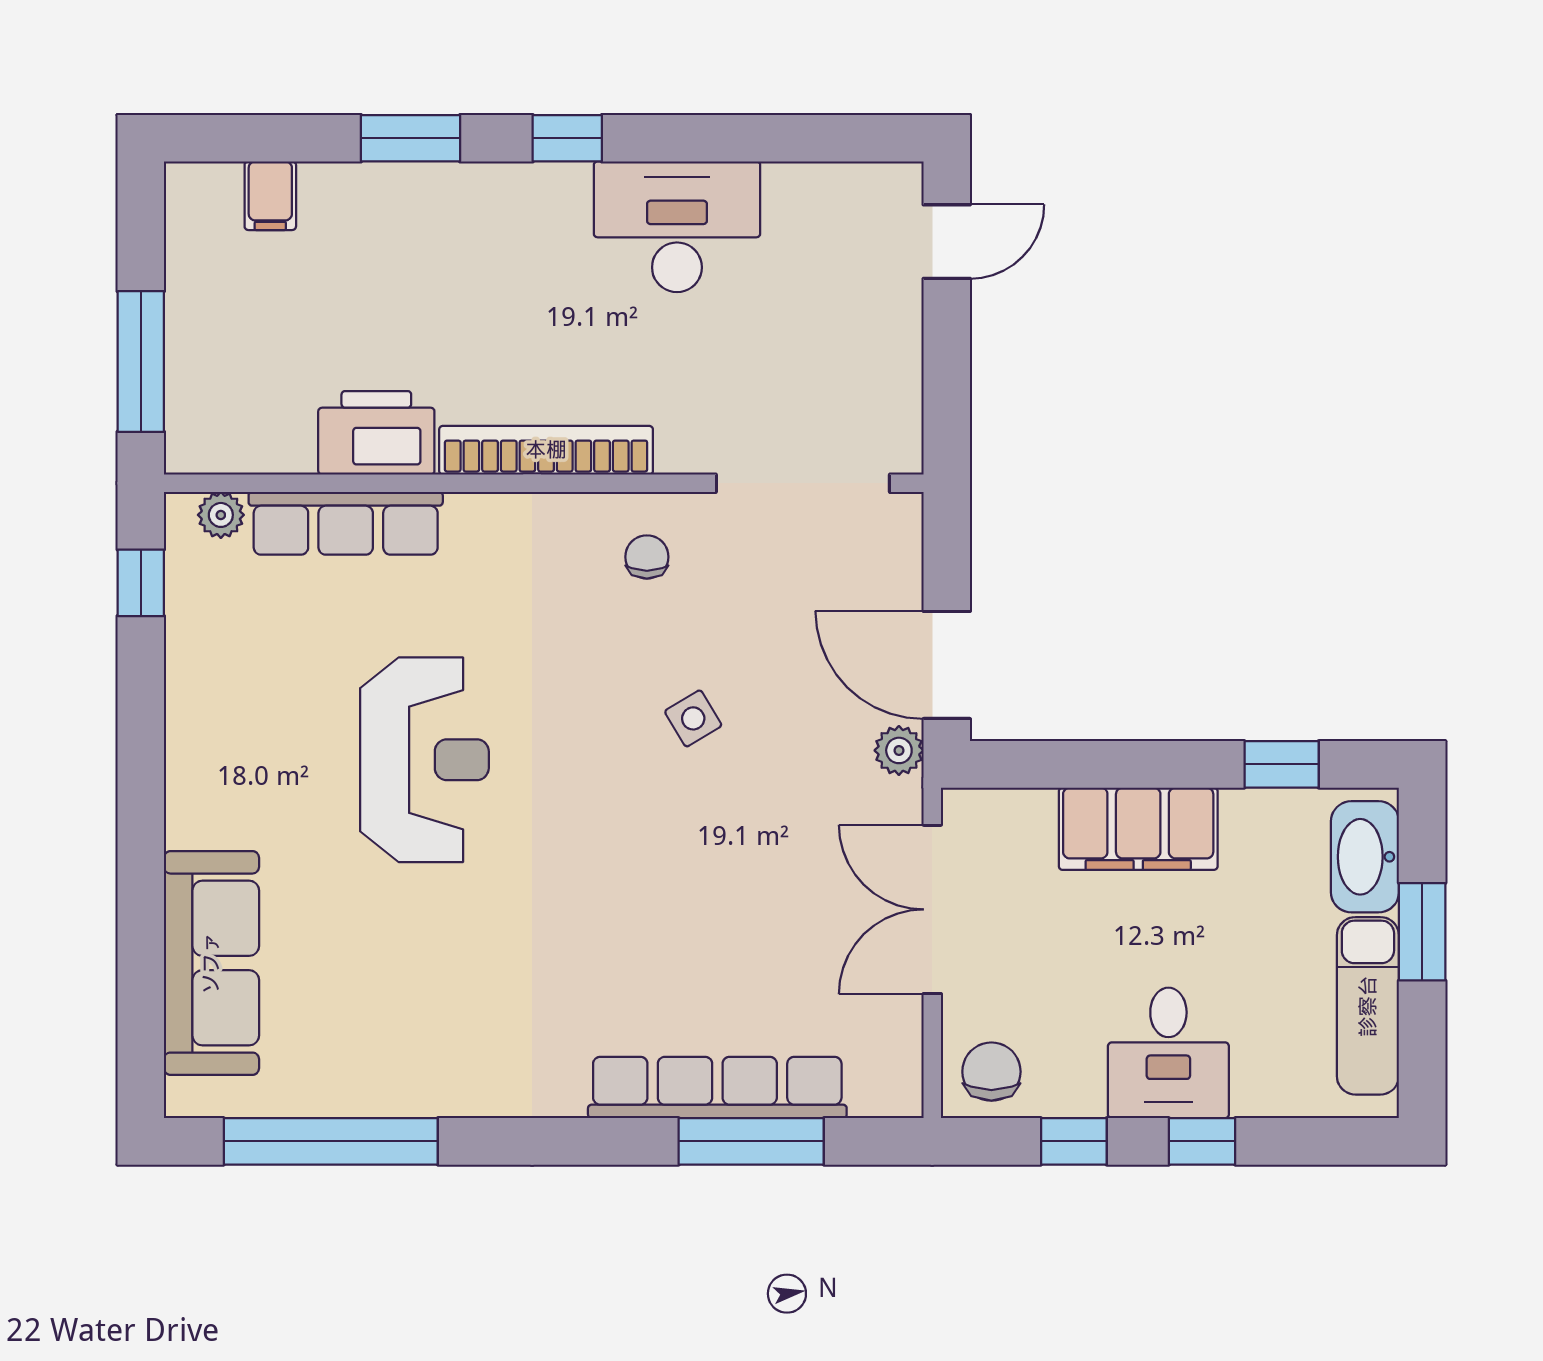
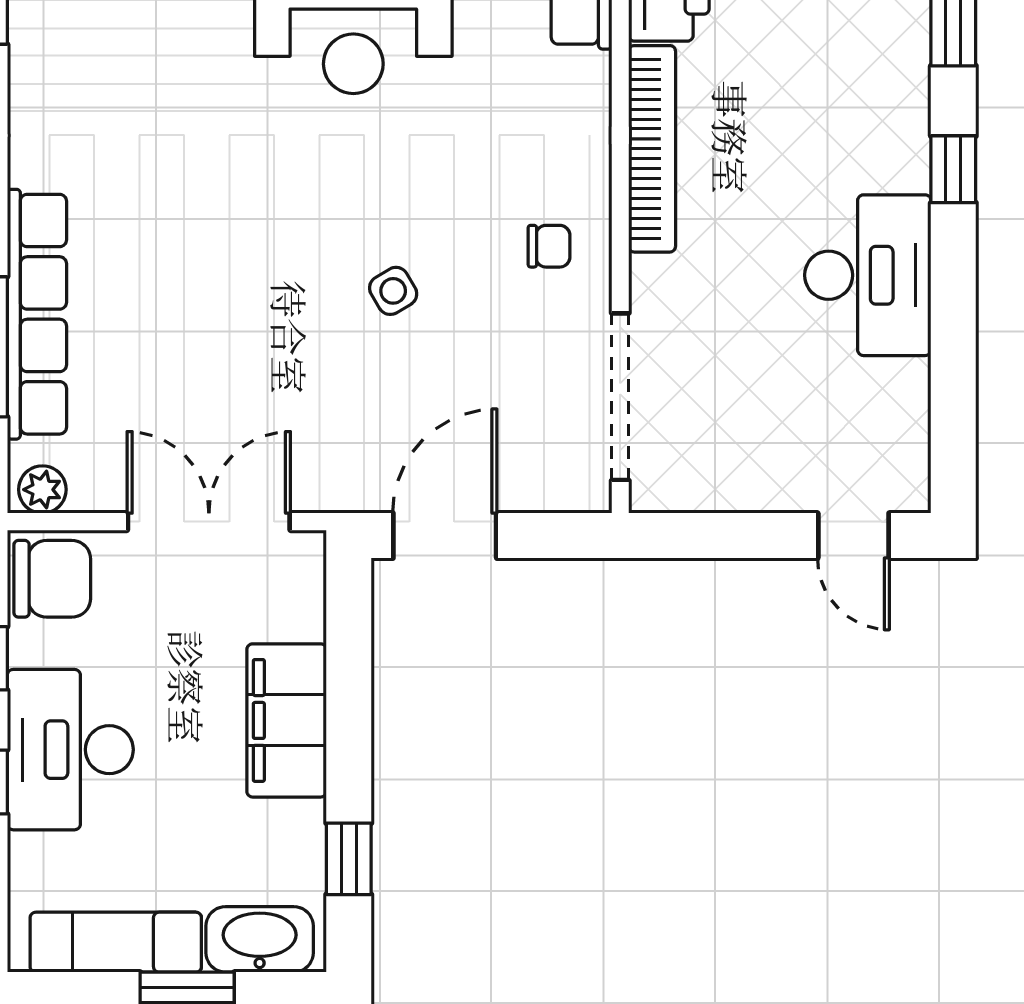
plant: (899, 750) -> (42, 490), moved
desk: (1168, 1053) -> (70, 750), width x1.37
chair: (991, 1072) -> (52, 579), width x1.37, depth x1.37

